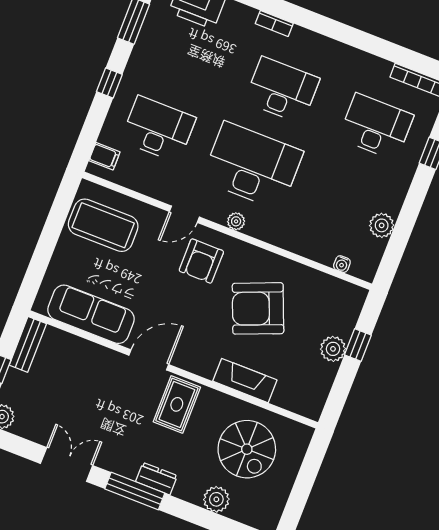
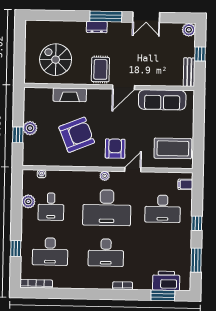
desk: (346, 203) -> (51, 207), added
plant: (216, 499) -> (62, 28), removed

